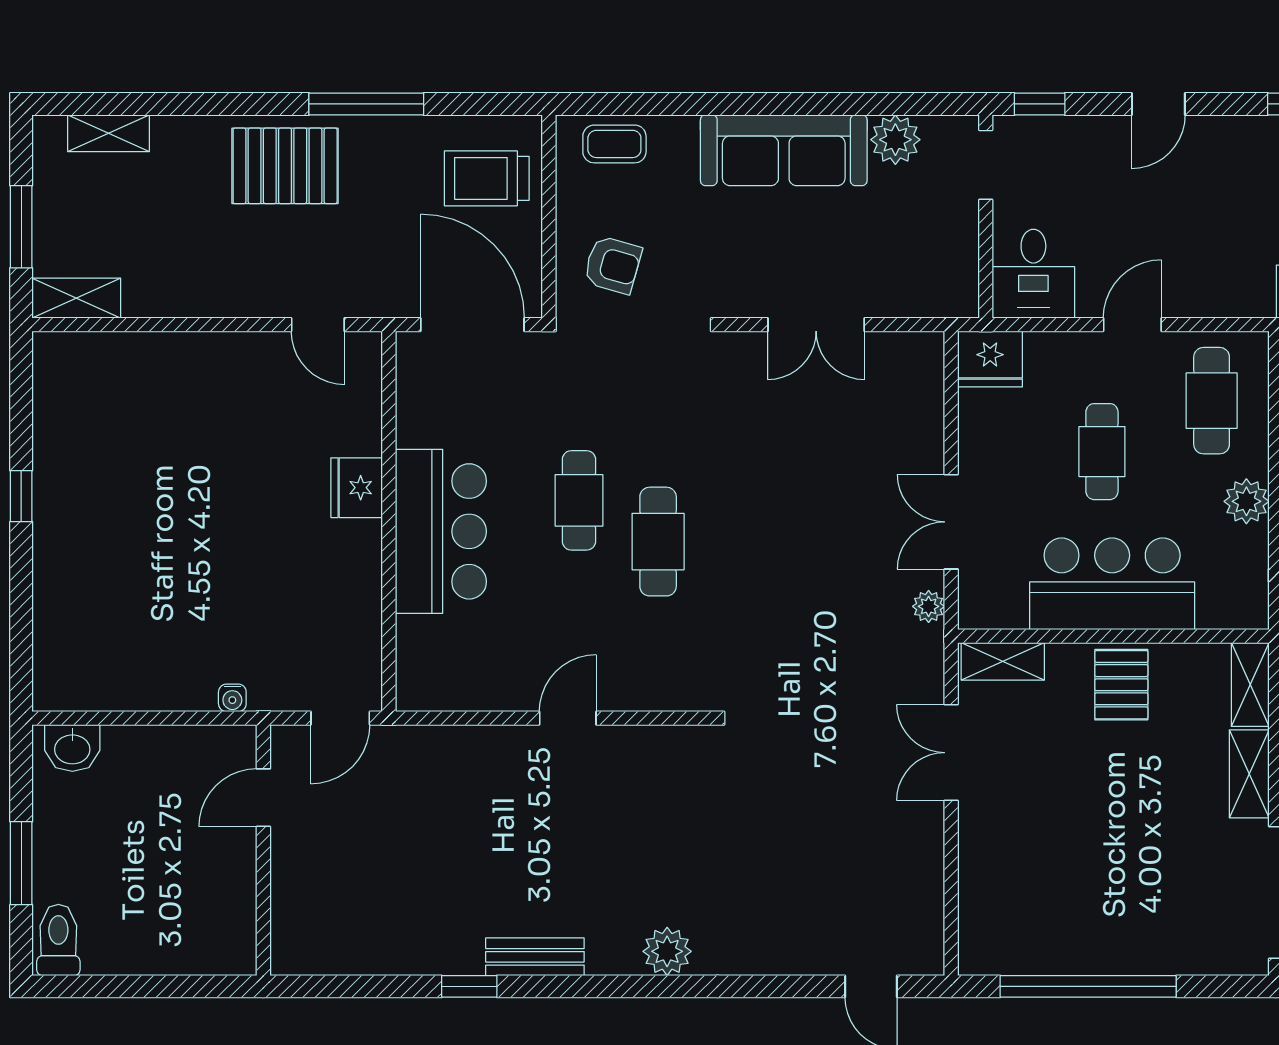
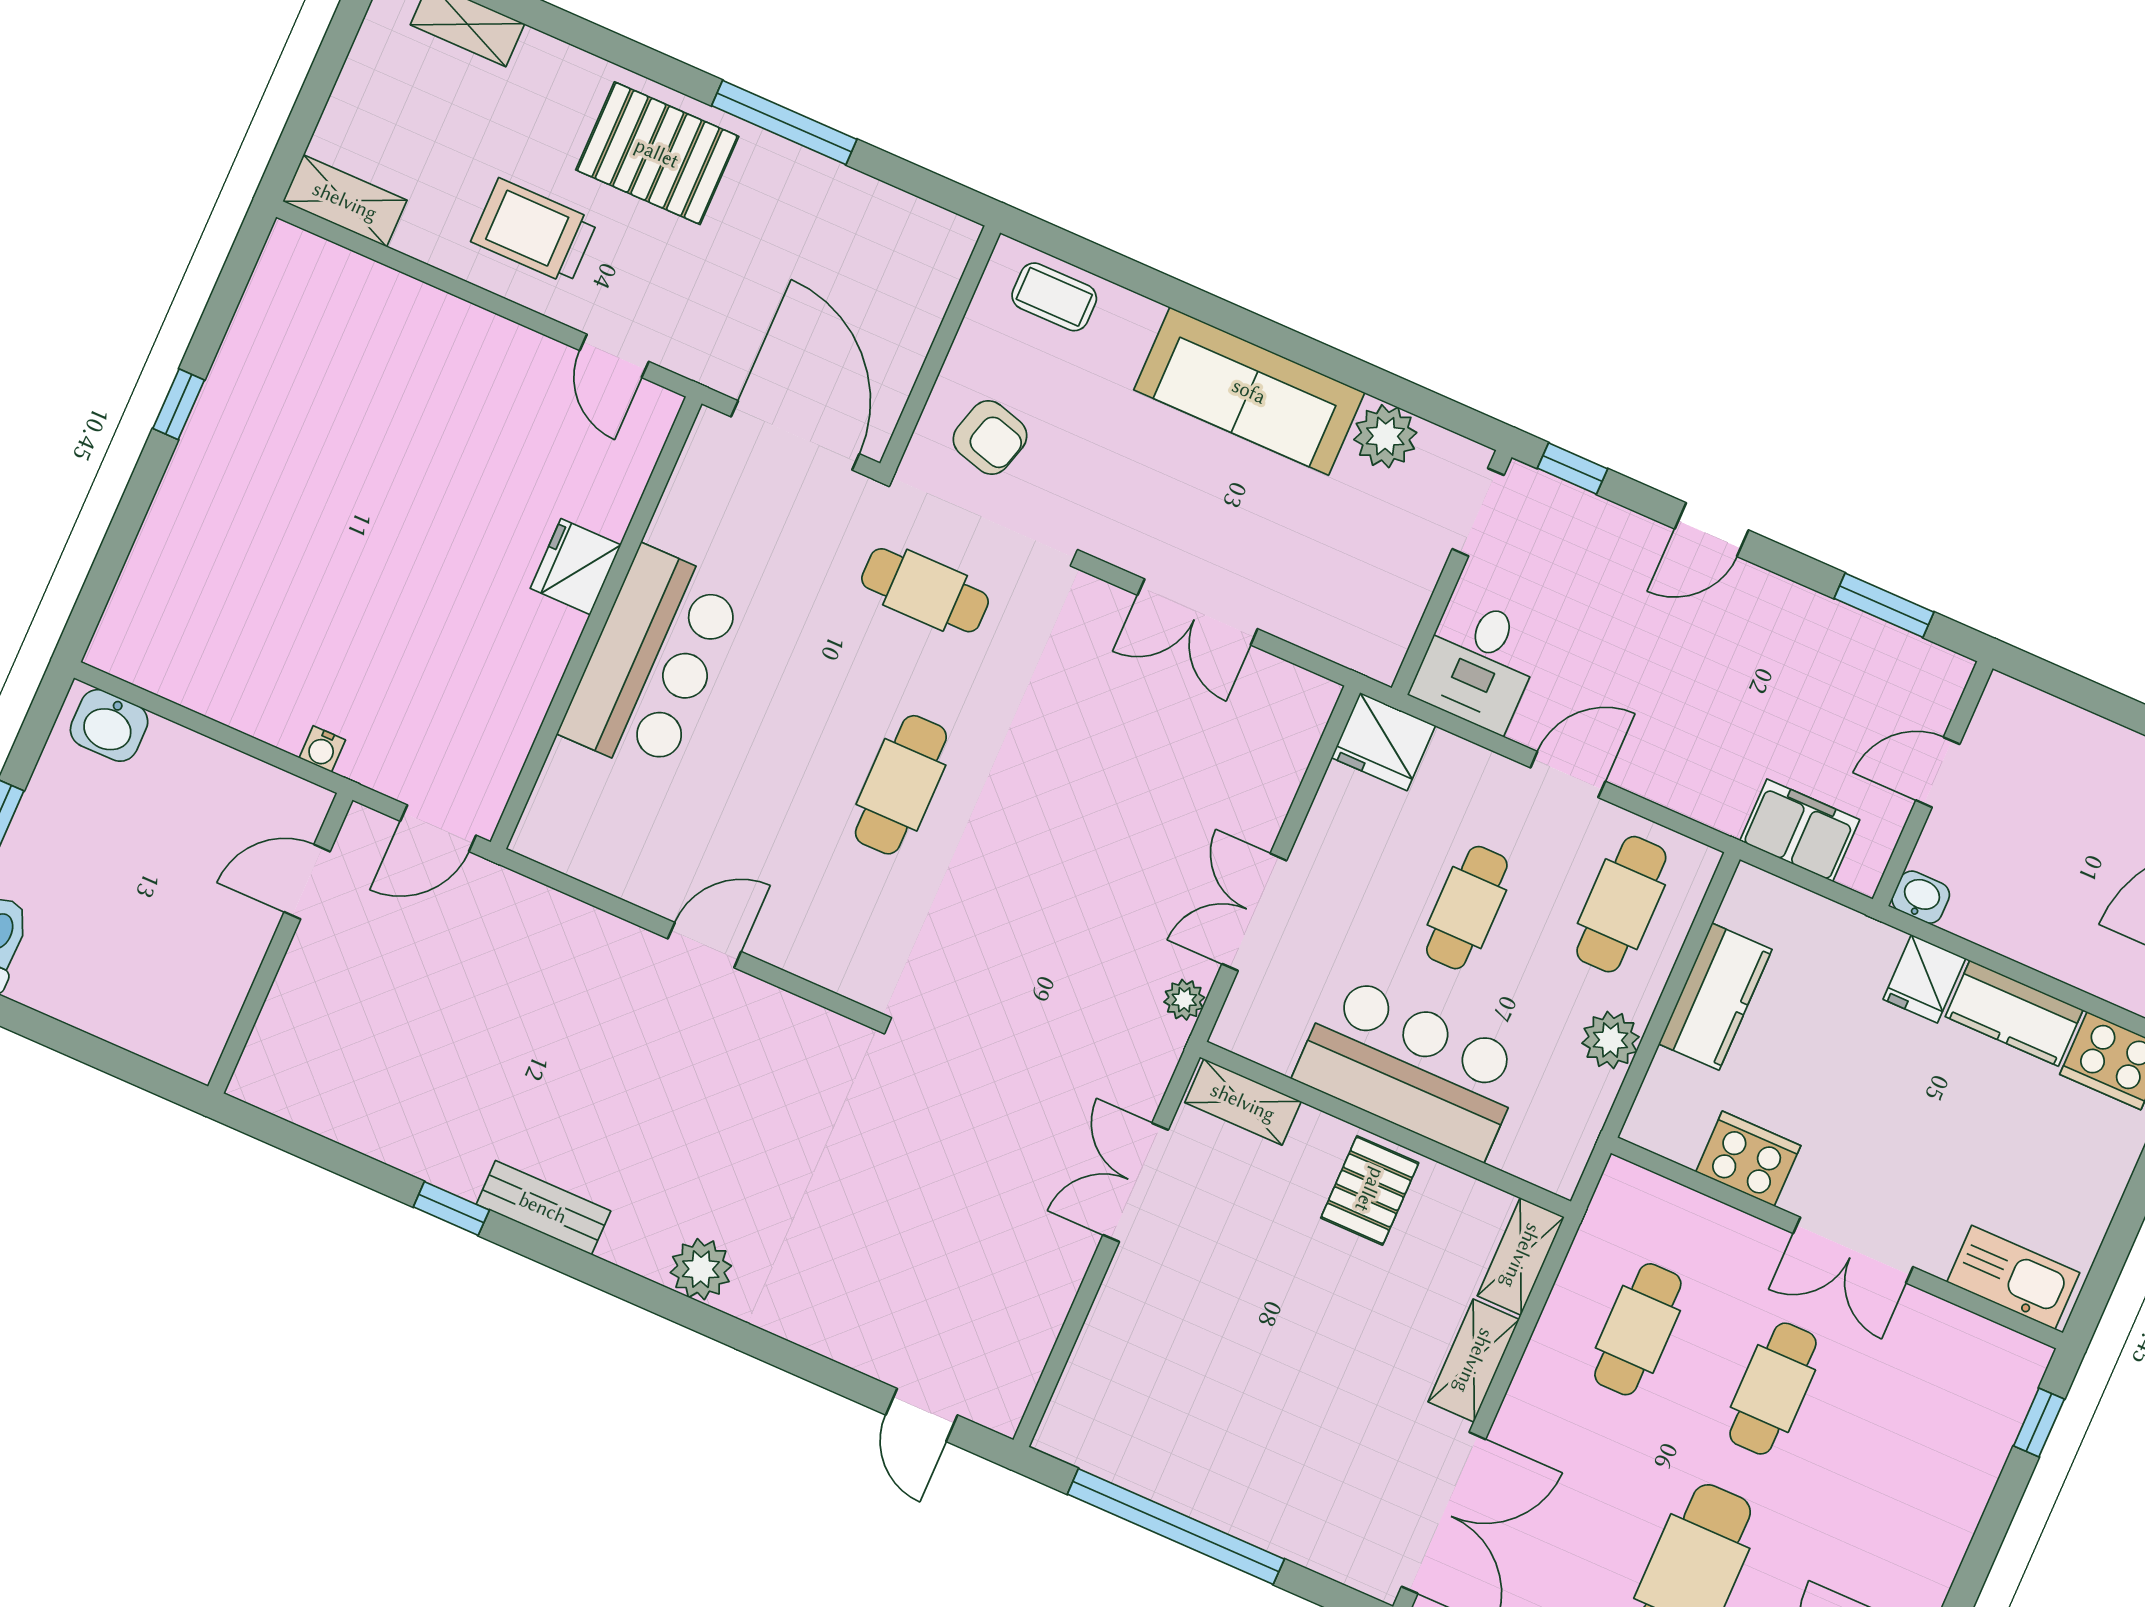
trolley: (487, 178) -> (534, 231), moved
window: (21, 227) -> (317, 89), removed
cafe table: (579, 500) -> (925, 590), moved, turned 90

